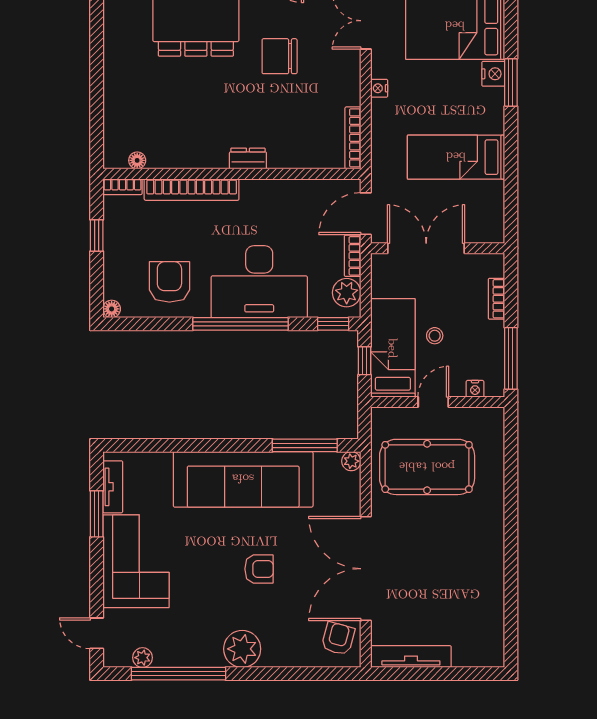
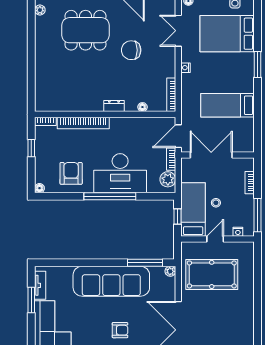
nightstand: (493, 74) -> (248, 60), removed
floor lamp: (137, 160) -> (142, 107), moved
window: (333, 324) -> (160, 196), removed

